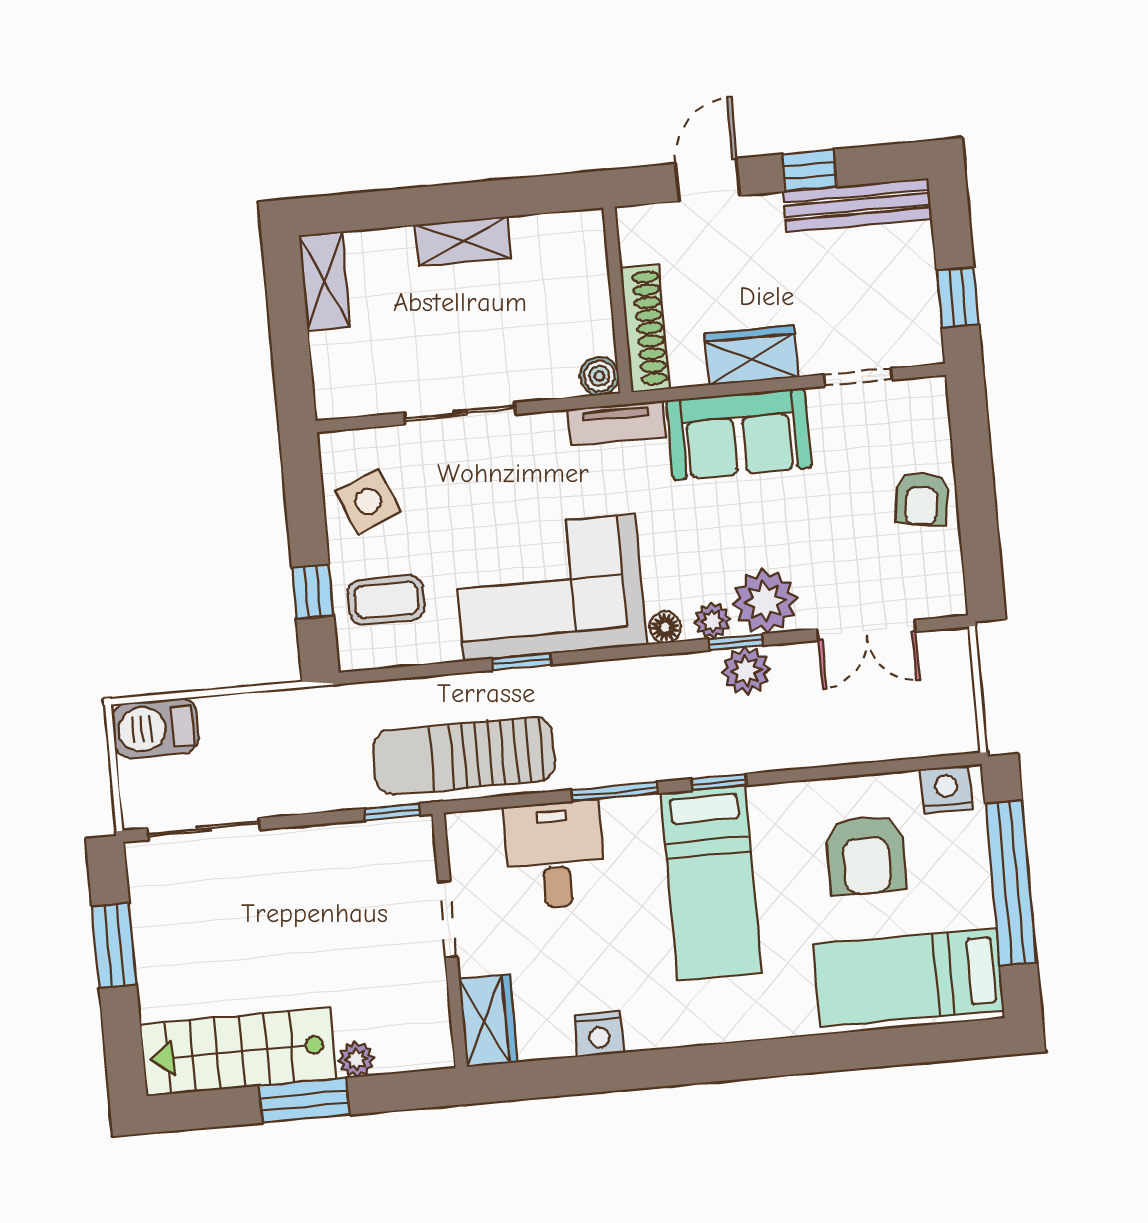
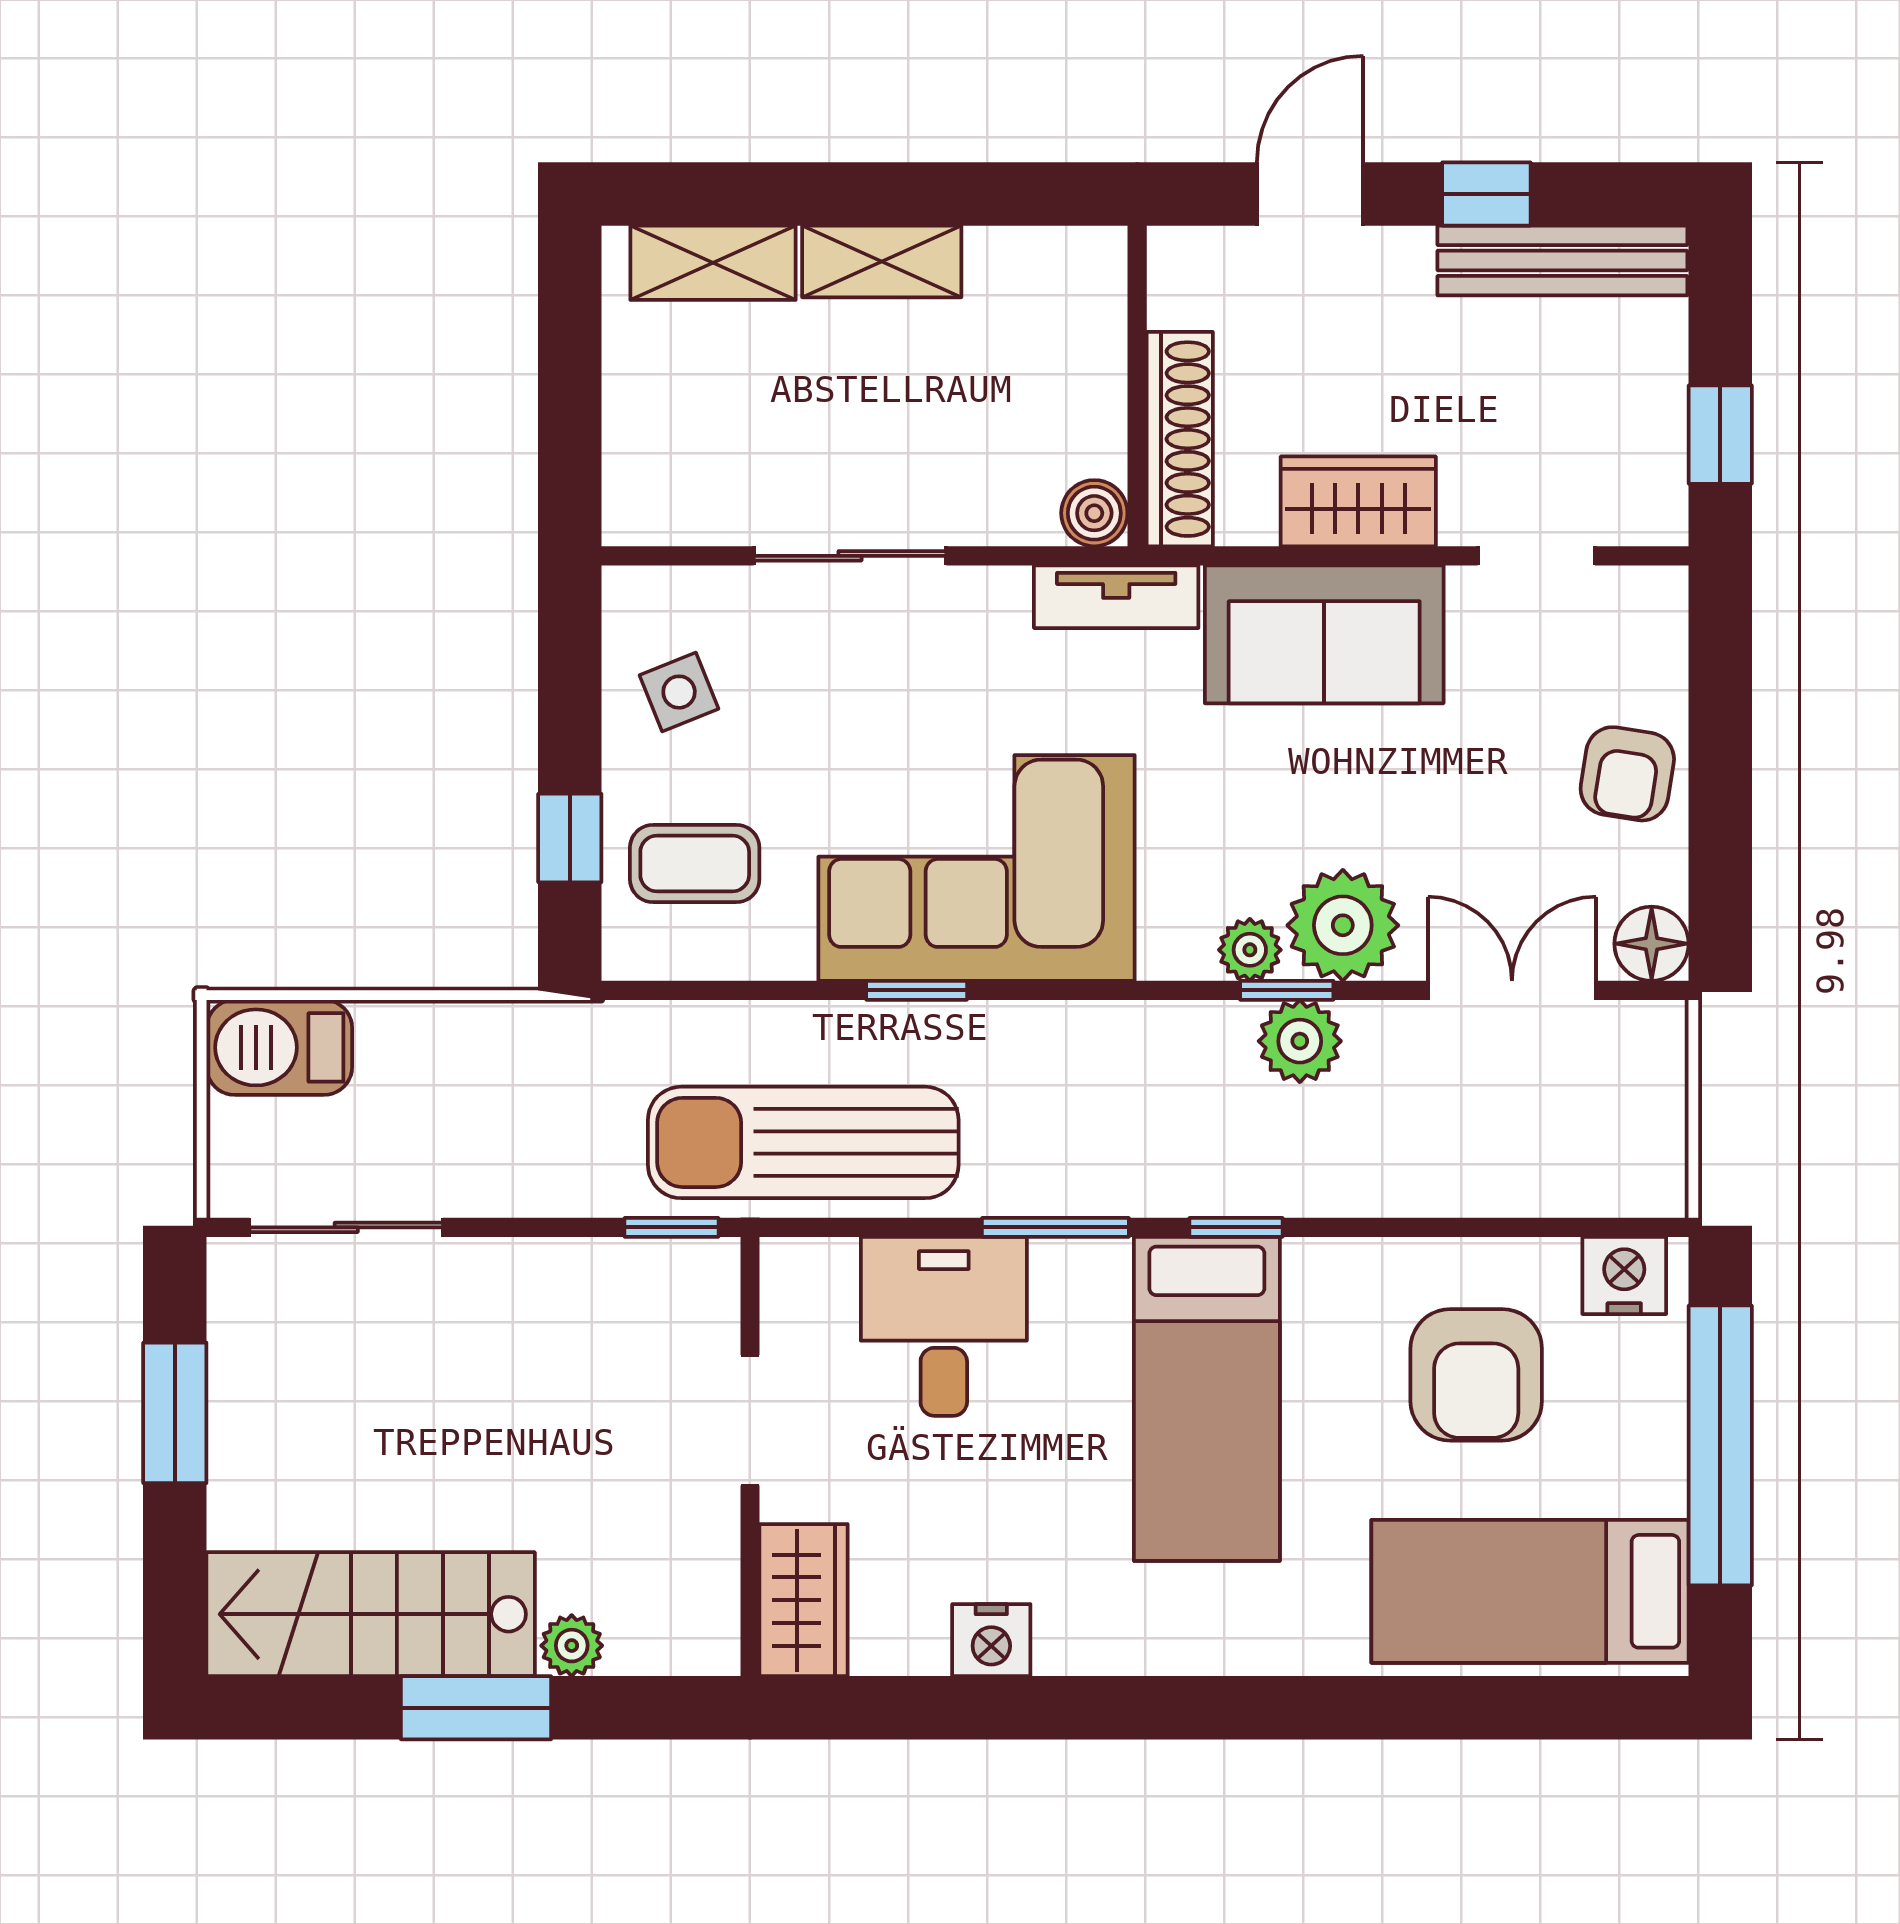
shelving: (325, 281) -> (713, 263), moved, turned 90
side table: (368, 501) -> (679, 692), width x0.73, depth x0.73
floor lamp: (665, 627) -> (1652, 944), moved, width x1.37, depth x1.37
double door: (866, 630) -> (1512, 990), swing flipped

